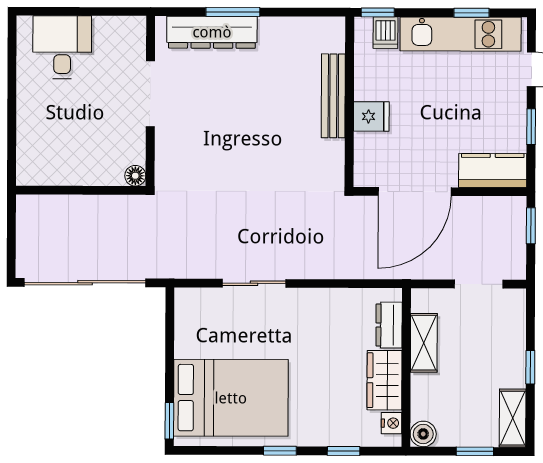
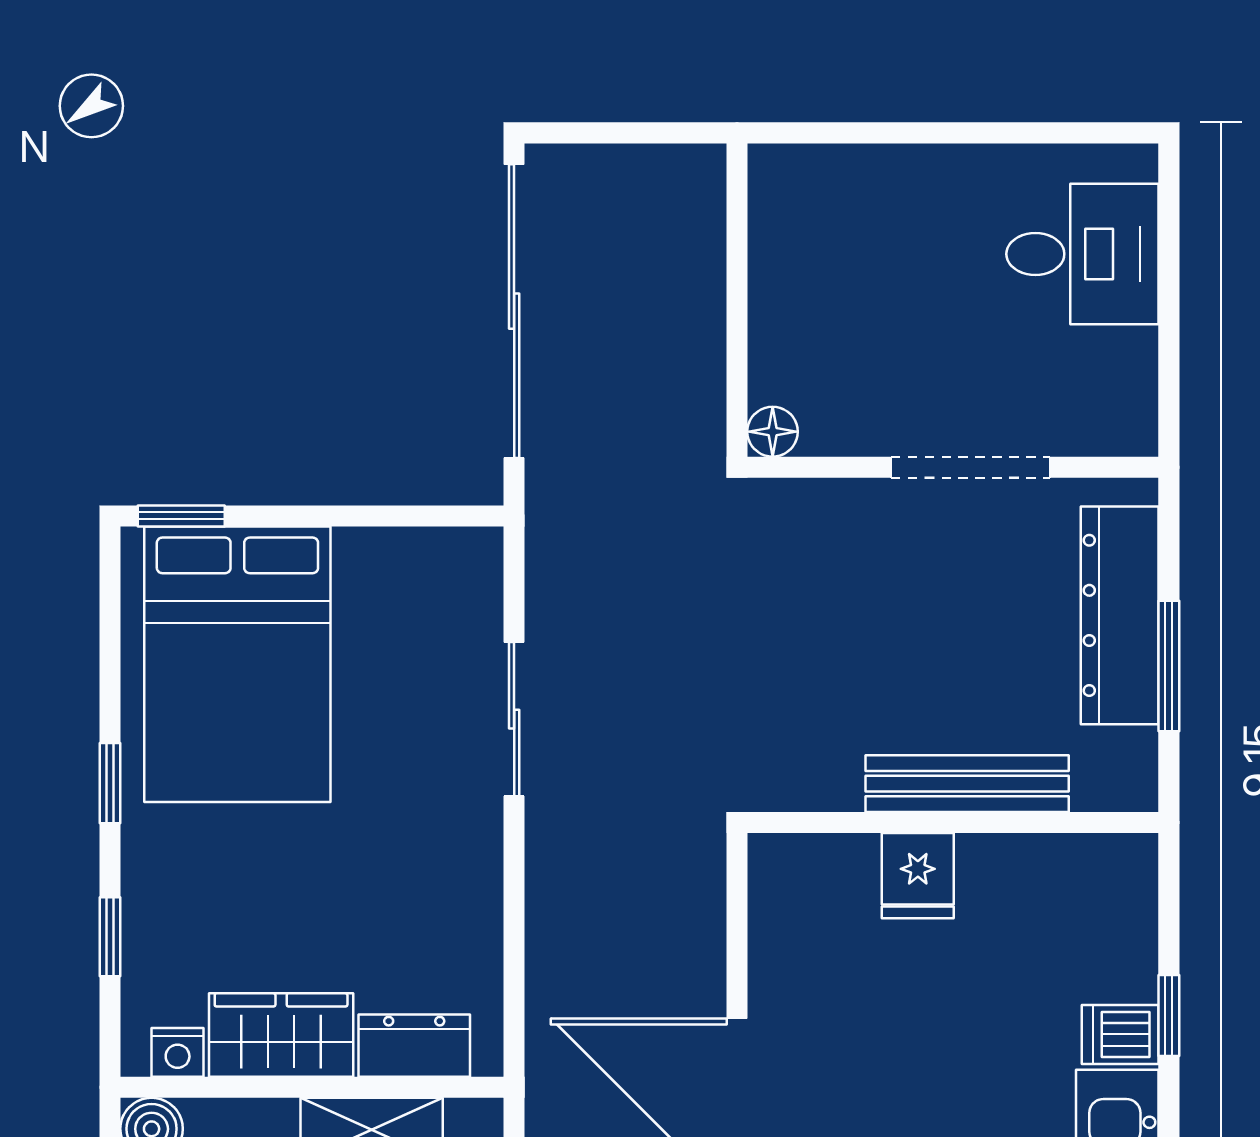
bench: (333, 96) -> (967, 784), moved
wall: (349, 102) -> (953, 823), moved
fridge: (371, 116) -> (918, 876), moved

